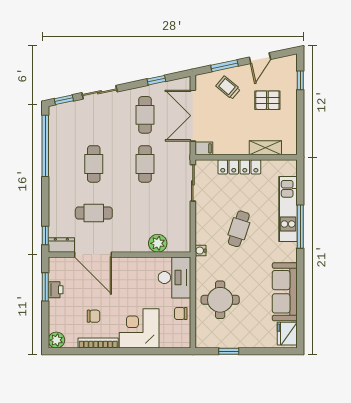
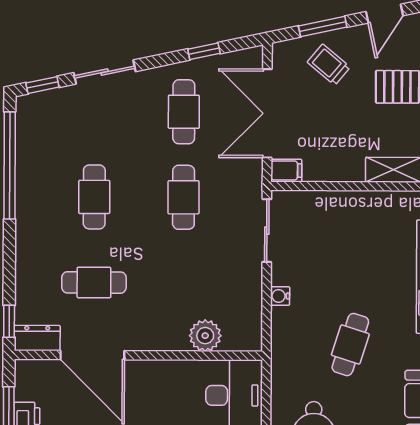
locker: (239, 167) -> (348, 203), removed
cafe table: (239, 229) -> (350, 345), moved
water cooler: (201, 251) -> (280, 296), moved

